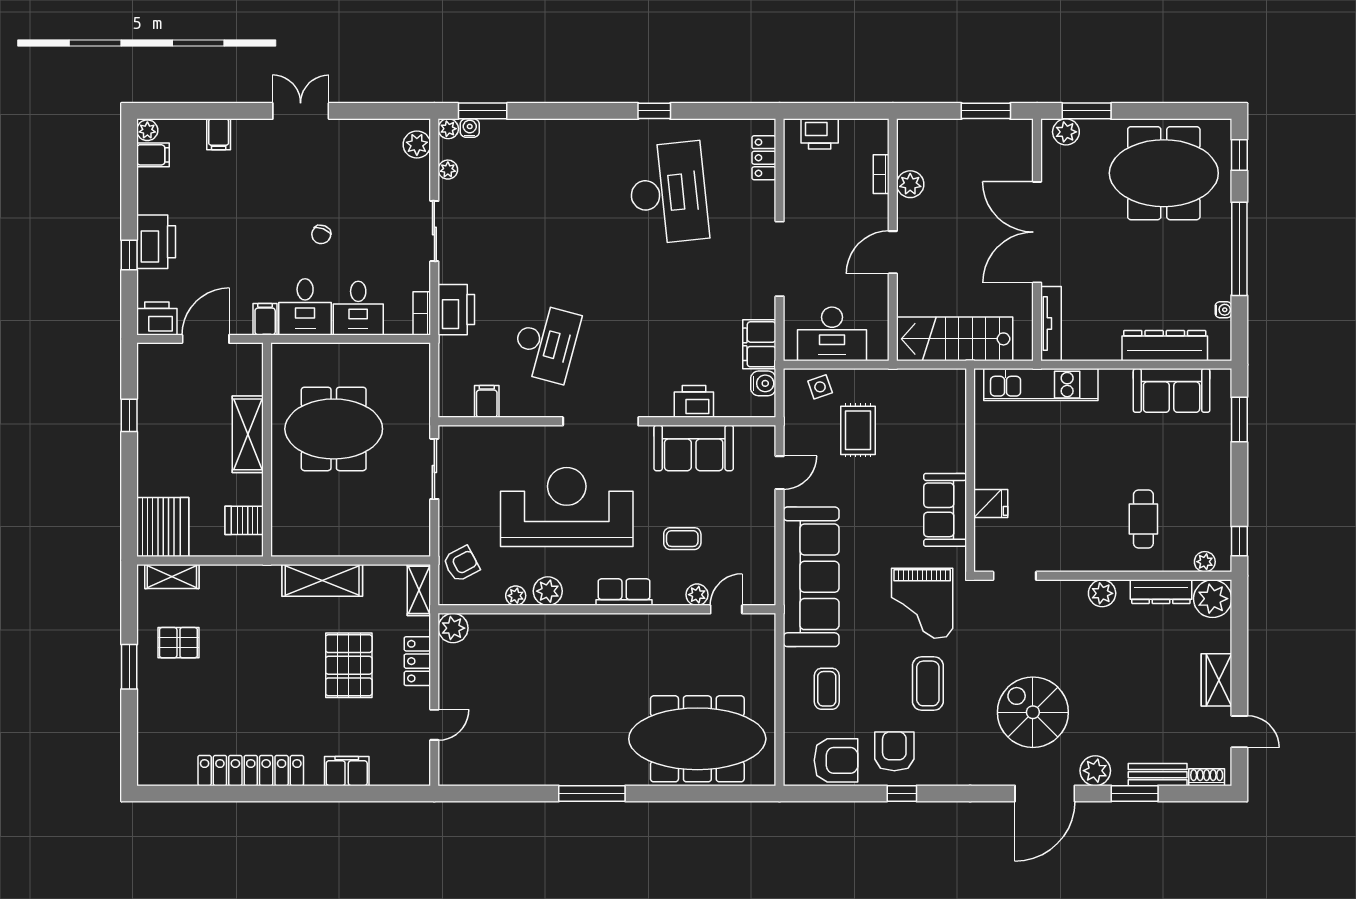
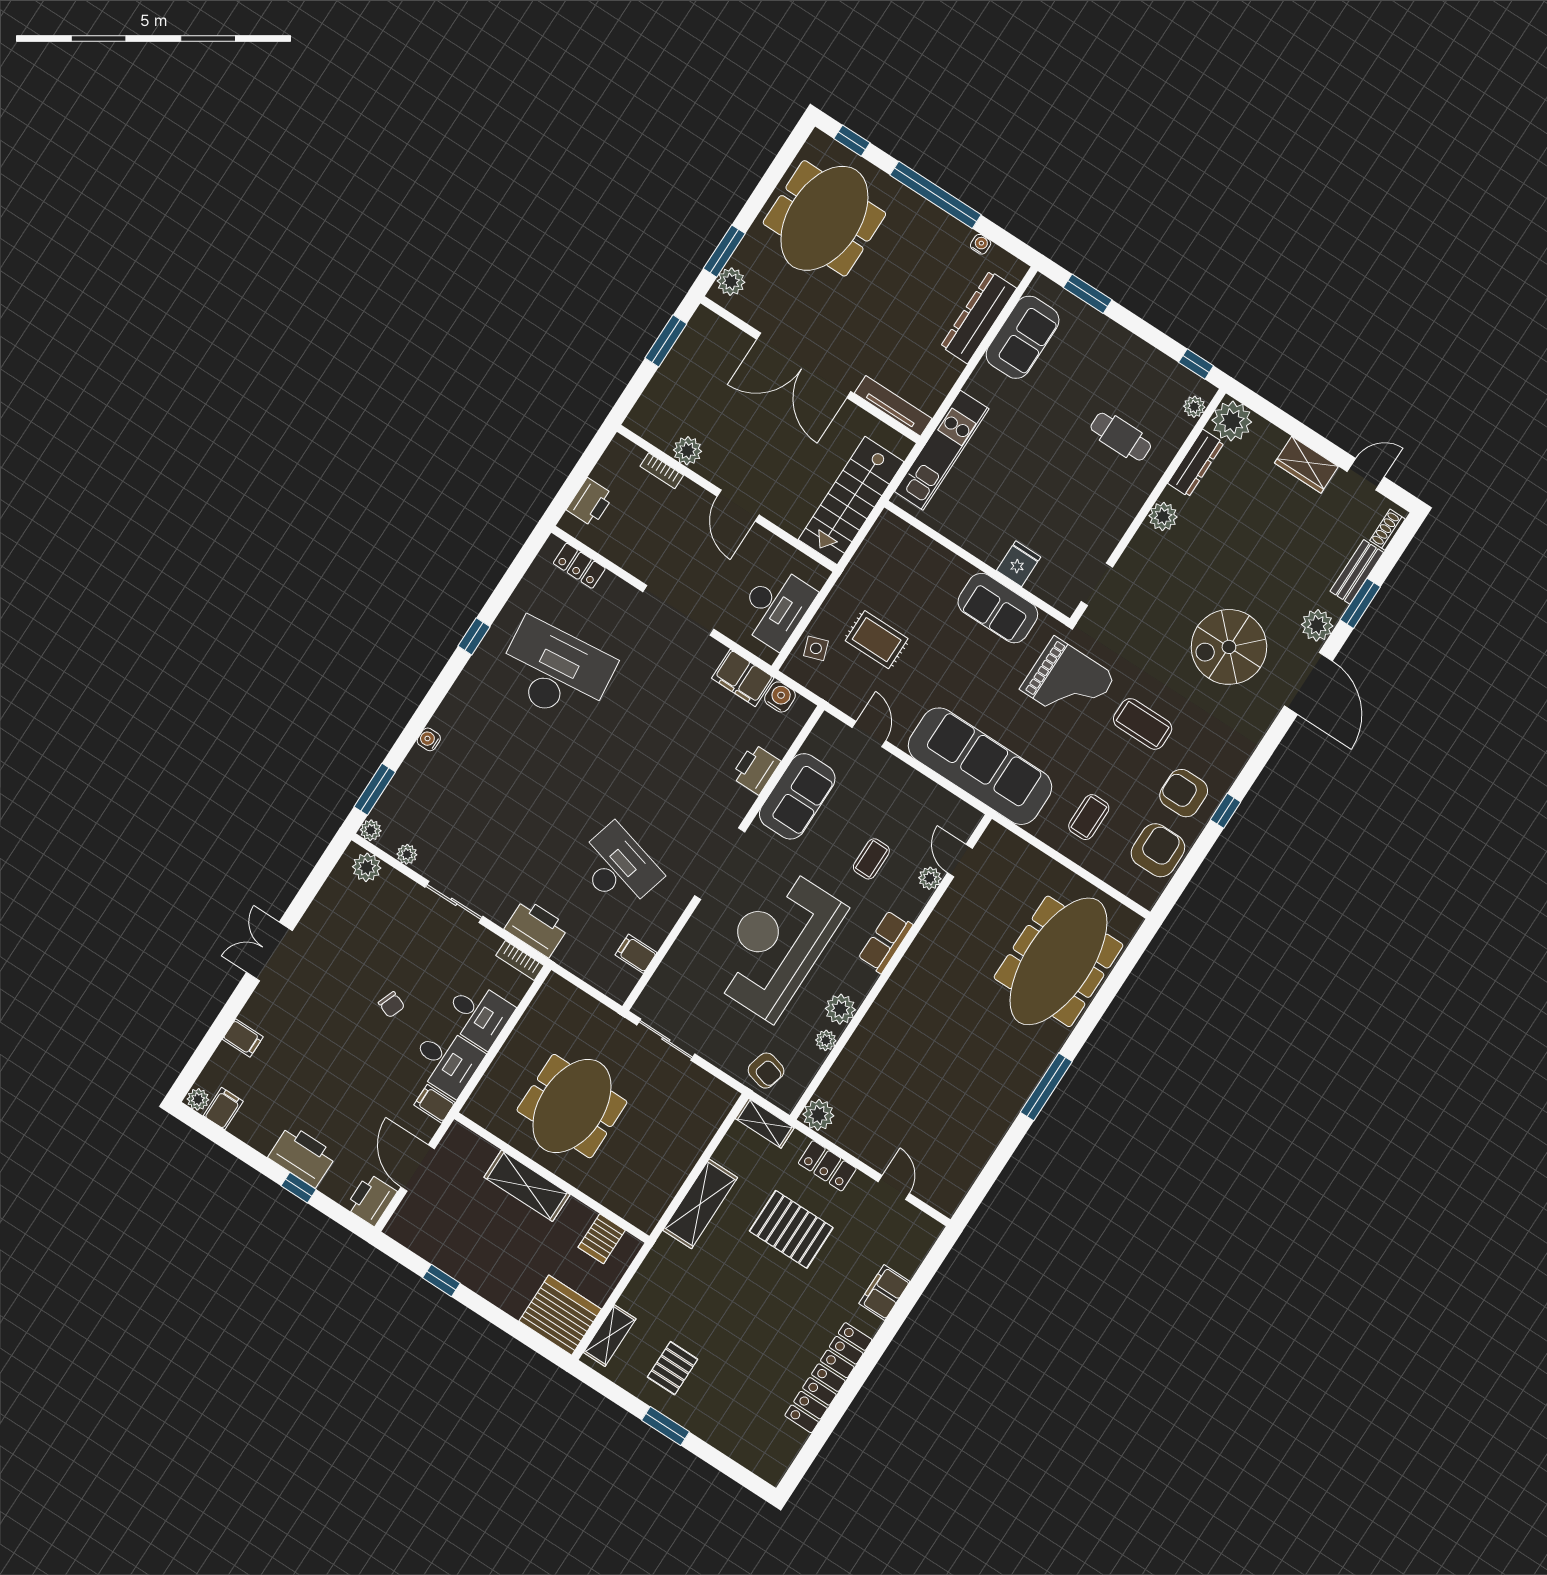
water cooler: (470, 128) -> (429, 739), moved
armchair: (461, 564) -> (766, 1071), turned 133
coffee table: (827, 689) -> (1089, 817), turned 90

